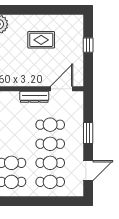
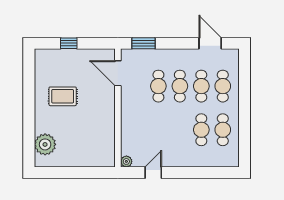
rug: (41, 40) -> (63, 96), turned 90
dresser: (34, 97) -> (127, 104), removed
window: (88, 133) -> (143, 43), moved

